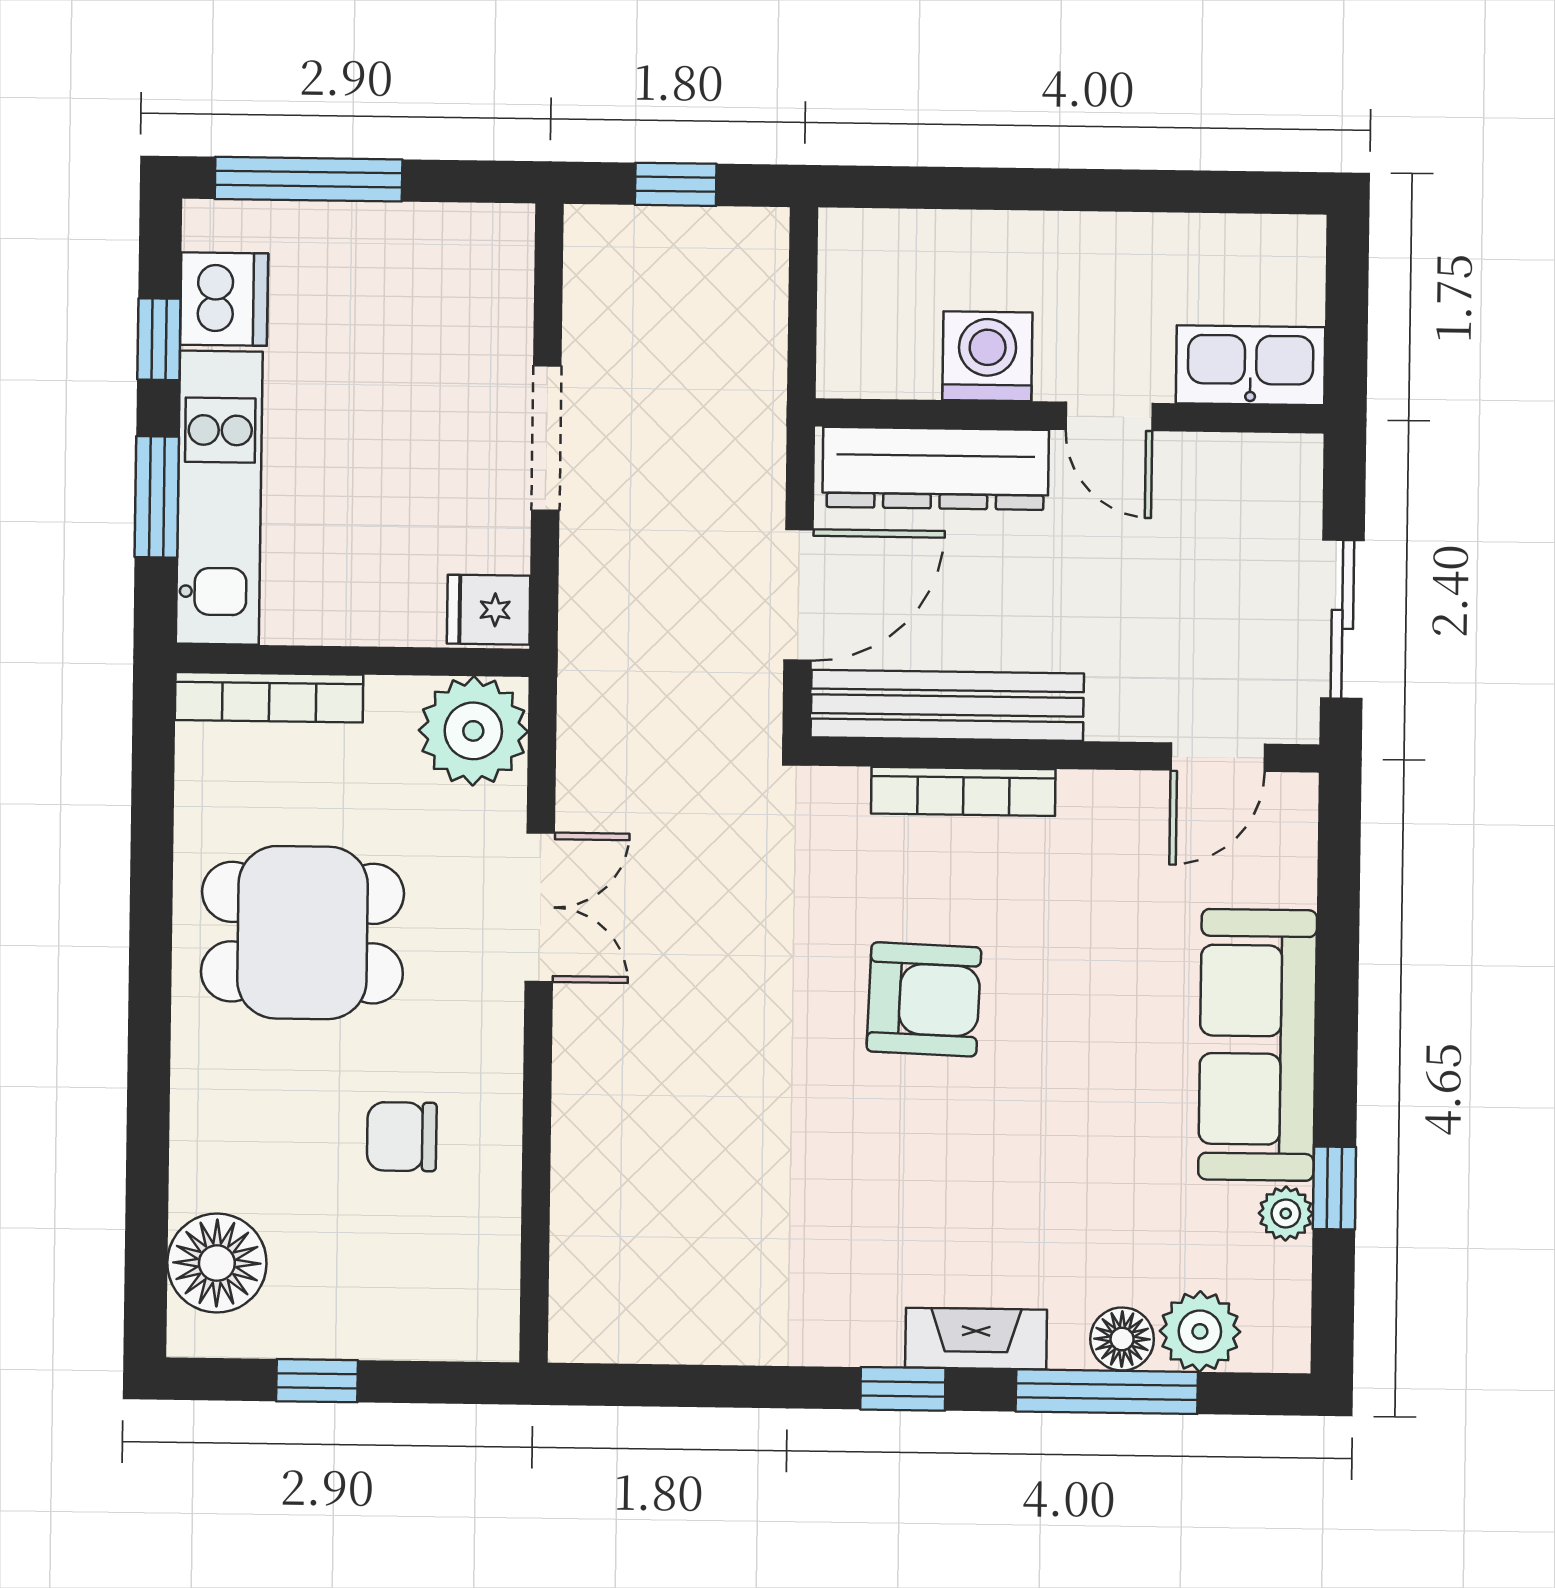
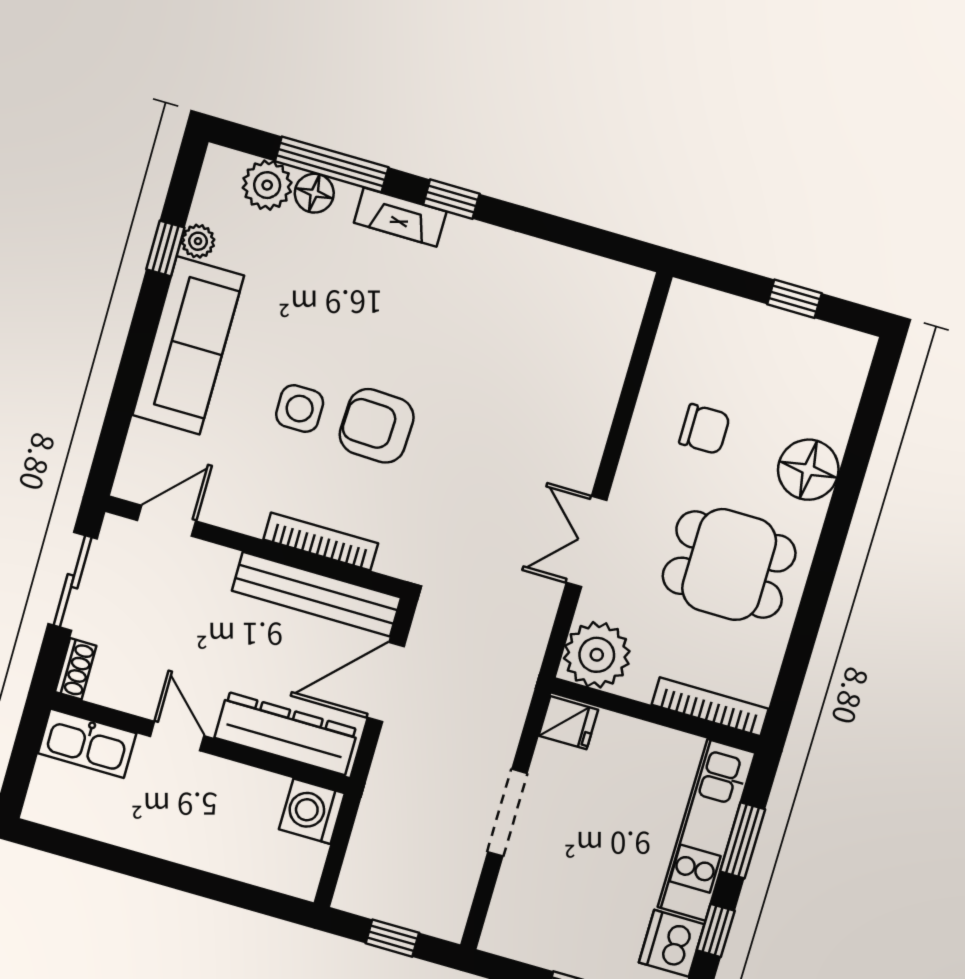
washing machine: (987, 356) -> (312, 811), moved, turned 90
shoe rack: (1300, 480) -> (76, 669), added
side table: (1054, 993) -> (300, 409), added
floor lamp: (217, 1263) -> (808, 470), moved

